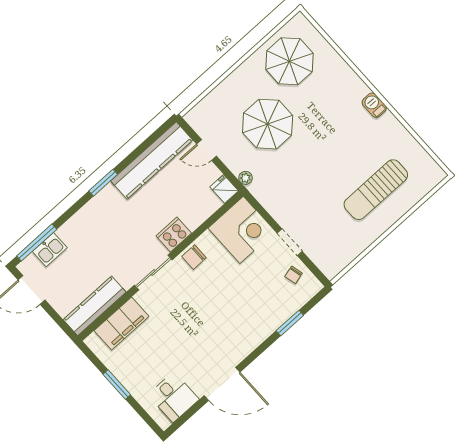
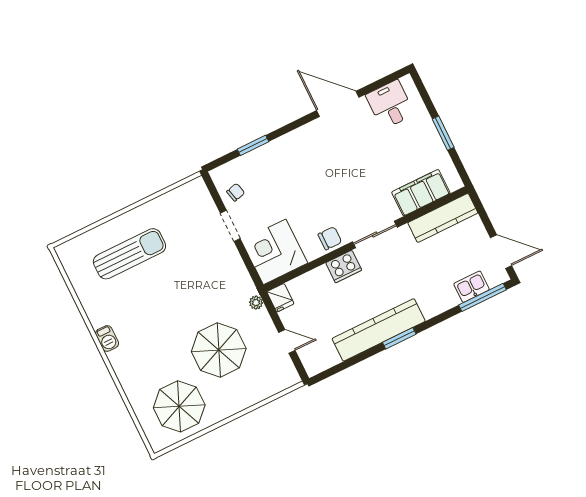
kitchen counter: (152, 160) -> (379, 330), moved

